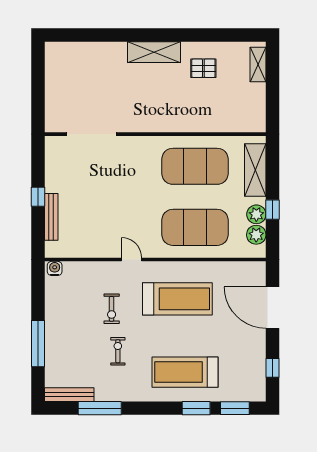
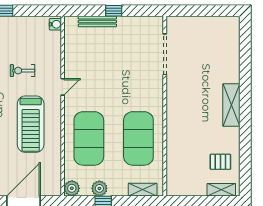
pallet: (203, 68) -> (220, 162), moved, turned 90
shelving: (255, 170) -> (143, 190), width x0.67, depth x0.75
plant: (256, 235) -> (72, 188), moved

